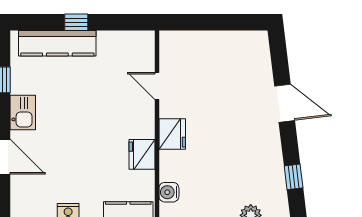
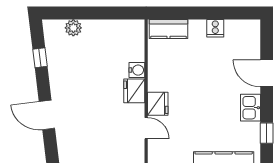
fridge: (142, 154) -> (158, 104), moved
water cooler: (169, 192) -> (137, 70), moved

